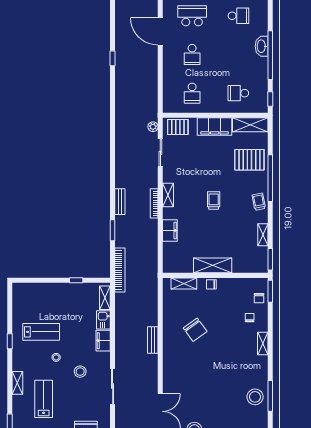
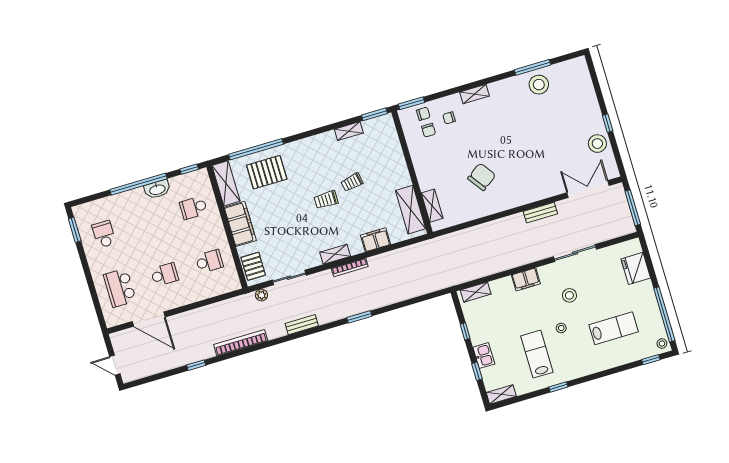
door: (160, 31) -> (149, 319), hinge flipped
washbasin: (262, 46) -> (157, 189), moved
school desk: (238, 93) -> (193, 208), turned 90
pallet: (249, 160) -> (267, 172), turned 90
window: (270, 178) -> (256, 149), moved
bench: (120, 202) -> (302, 325), moved
trolley: (259, 202) -> (352, 182), moved
window: (113, 230) -> (359, 317), moved
shelving: (213, 265) -> (411, 210), moved
bookcase: (120, 270) -> (241, 343), moved
window: (41, 280) -> (477, 371), added
chair: (211, 284) -> (429, 130), moved
kitchen sink: (103, 320) -> (484, 356), moved, turned -90
bench: (153, 340) -> (540, 213), moved
shelving: (17, 383) -> (501, 394), moved
lab bench: (44, 399) -> (614, 328), turned 180

